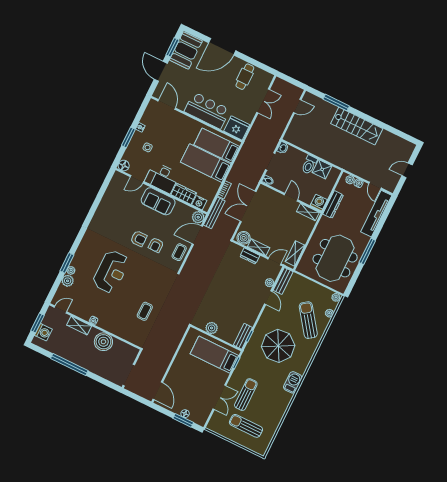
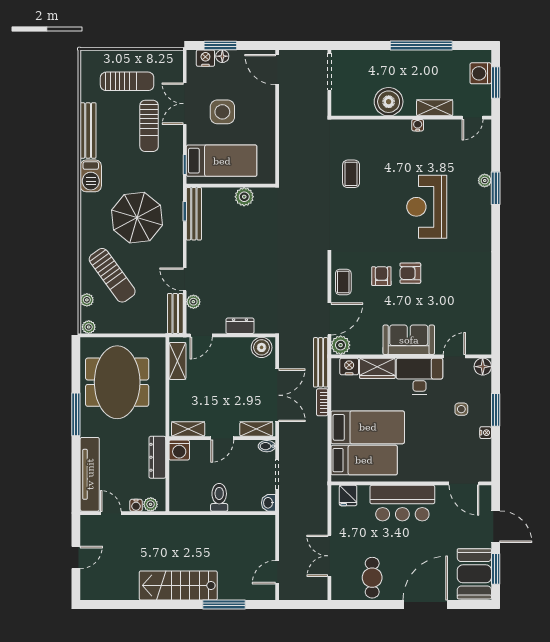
fridge: (237, 128) -> (348, 496), width x0.53, depth x0.75
shower: (322, 169) -> (198, 500), removed
door: (291, 197) -> (222, 438), hinge flipped
shelving: (259, 247) -> (256, 429), moved
plant: (68, 281) -> (482, 163), removed
bench: (243, 336) -> (194, 214), width x1.36
side table: (200, 382) -> (222, 112), added
bench: (282, 409) -> (88, 130), added
nightstand: (195, 417) -> (205, 58), added

